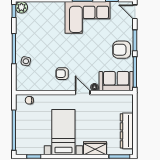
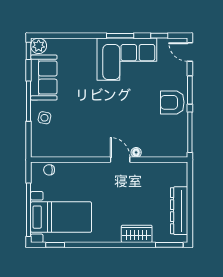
armchair: (62, 74) -> (93, 134), removed
sofa: (116, 81) -> (44, 78), moved, turned 90
bed with nightstands: (63, 132) -> (61, 217), moved, turned 90

